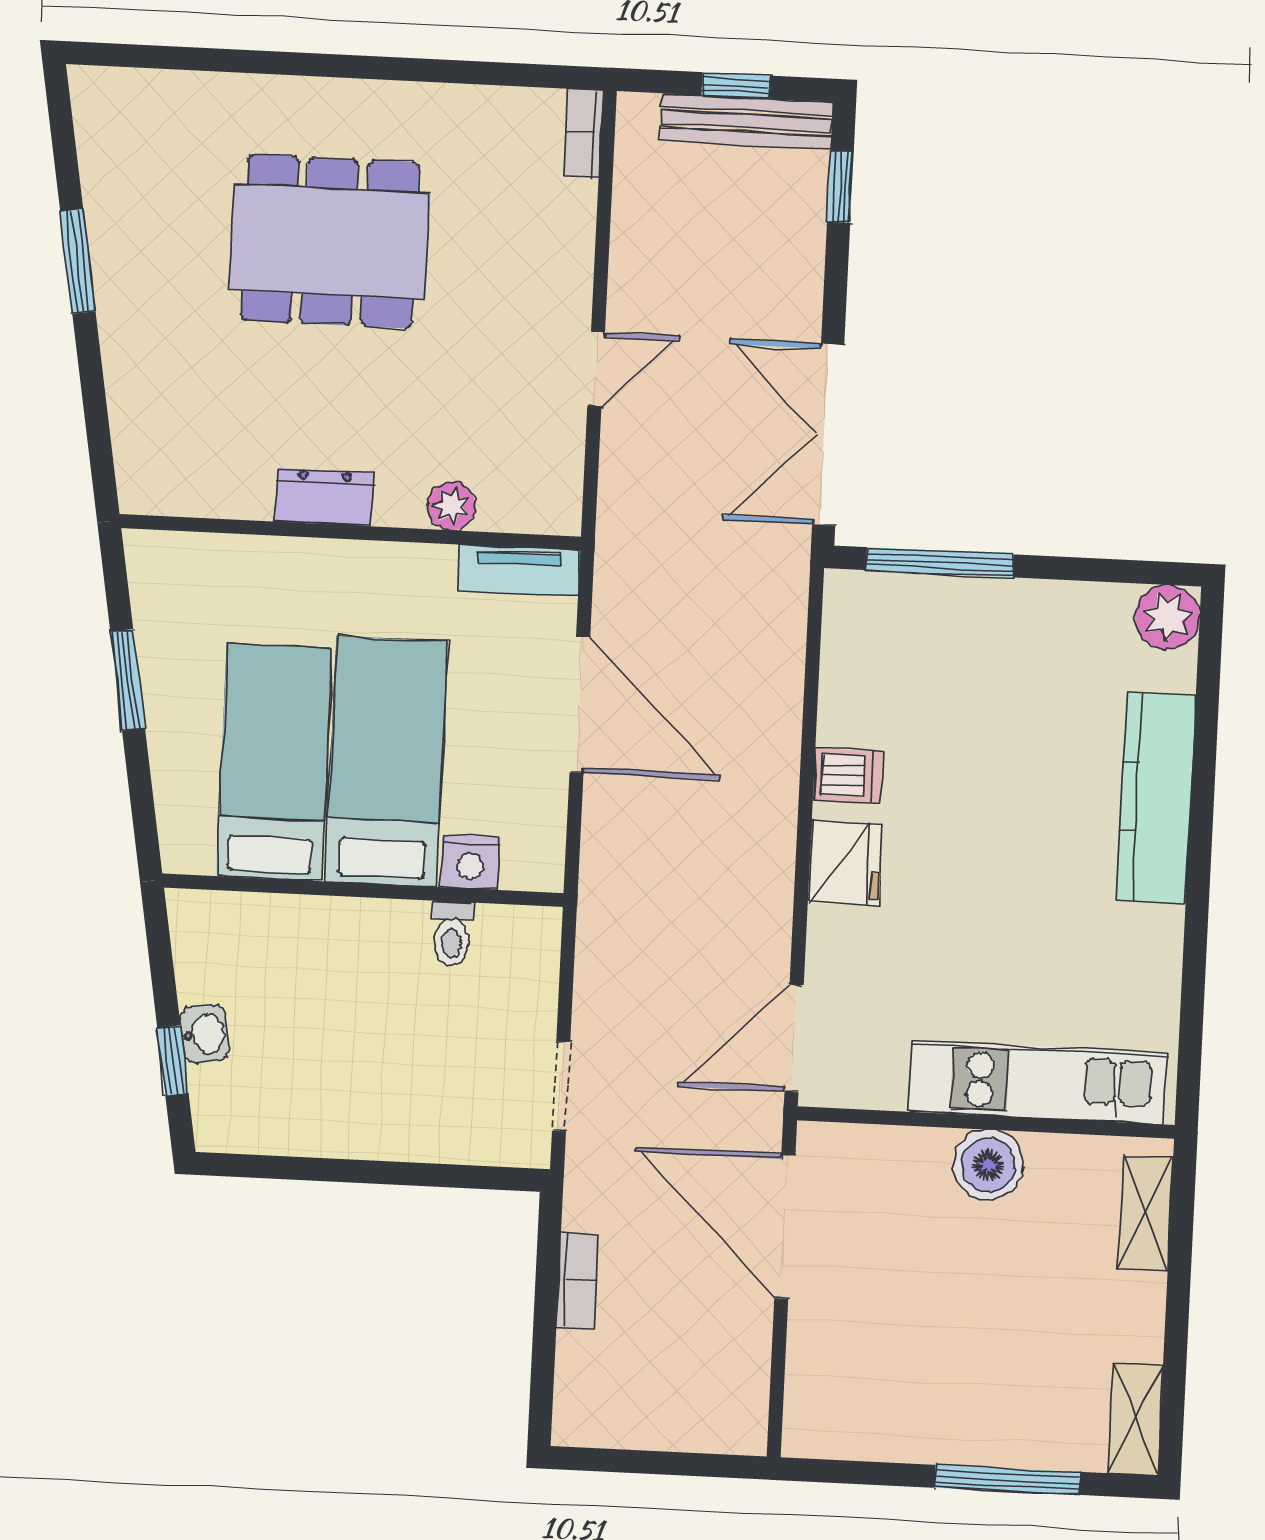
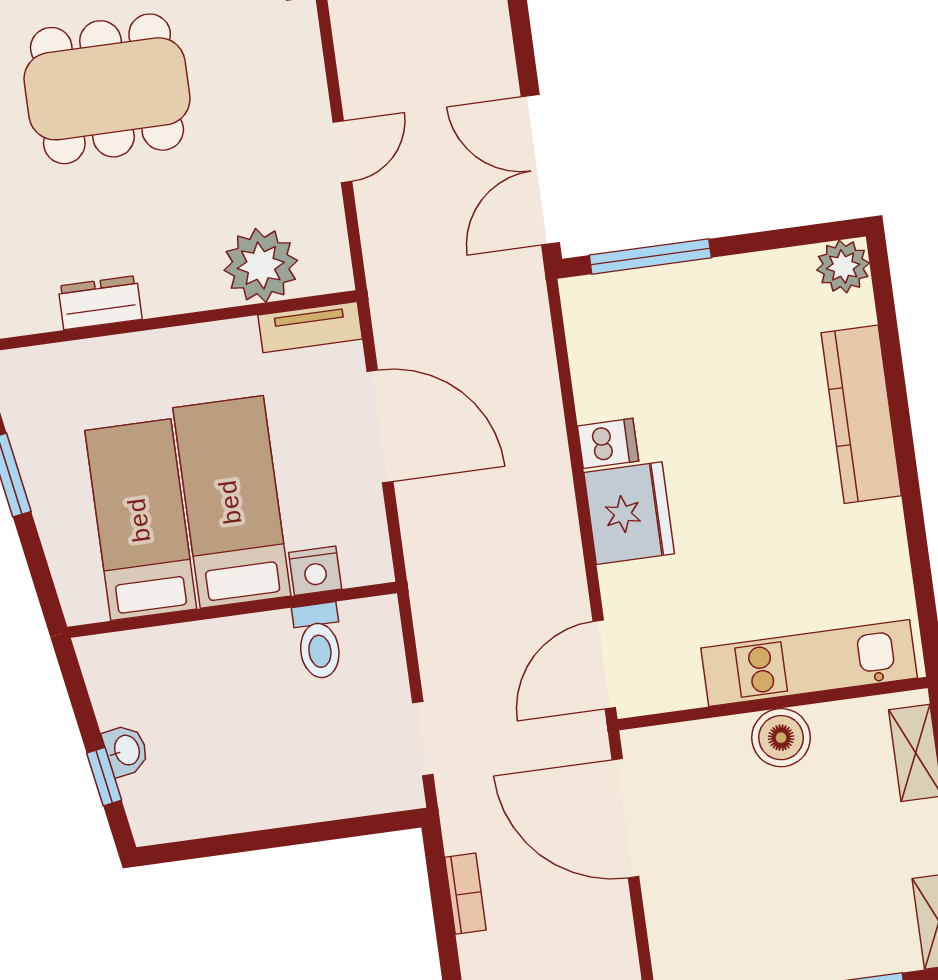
dresser: (324, 497) -> (100, 303), moved
plant: (451, 506) -> (261, 265), width x1.88, depth x1.88
fridge: (845, 863) -> (629, 513), width x1.36, depth x1.34
toilet: (452, 934) -> (319, 641), width x1.37, depth x1.39

